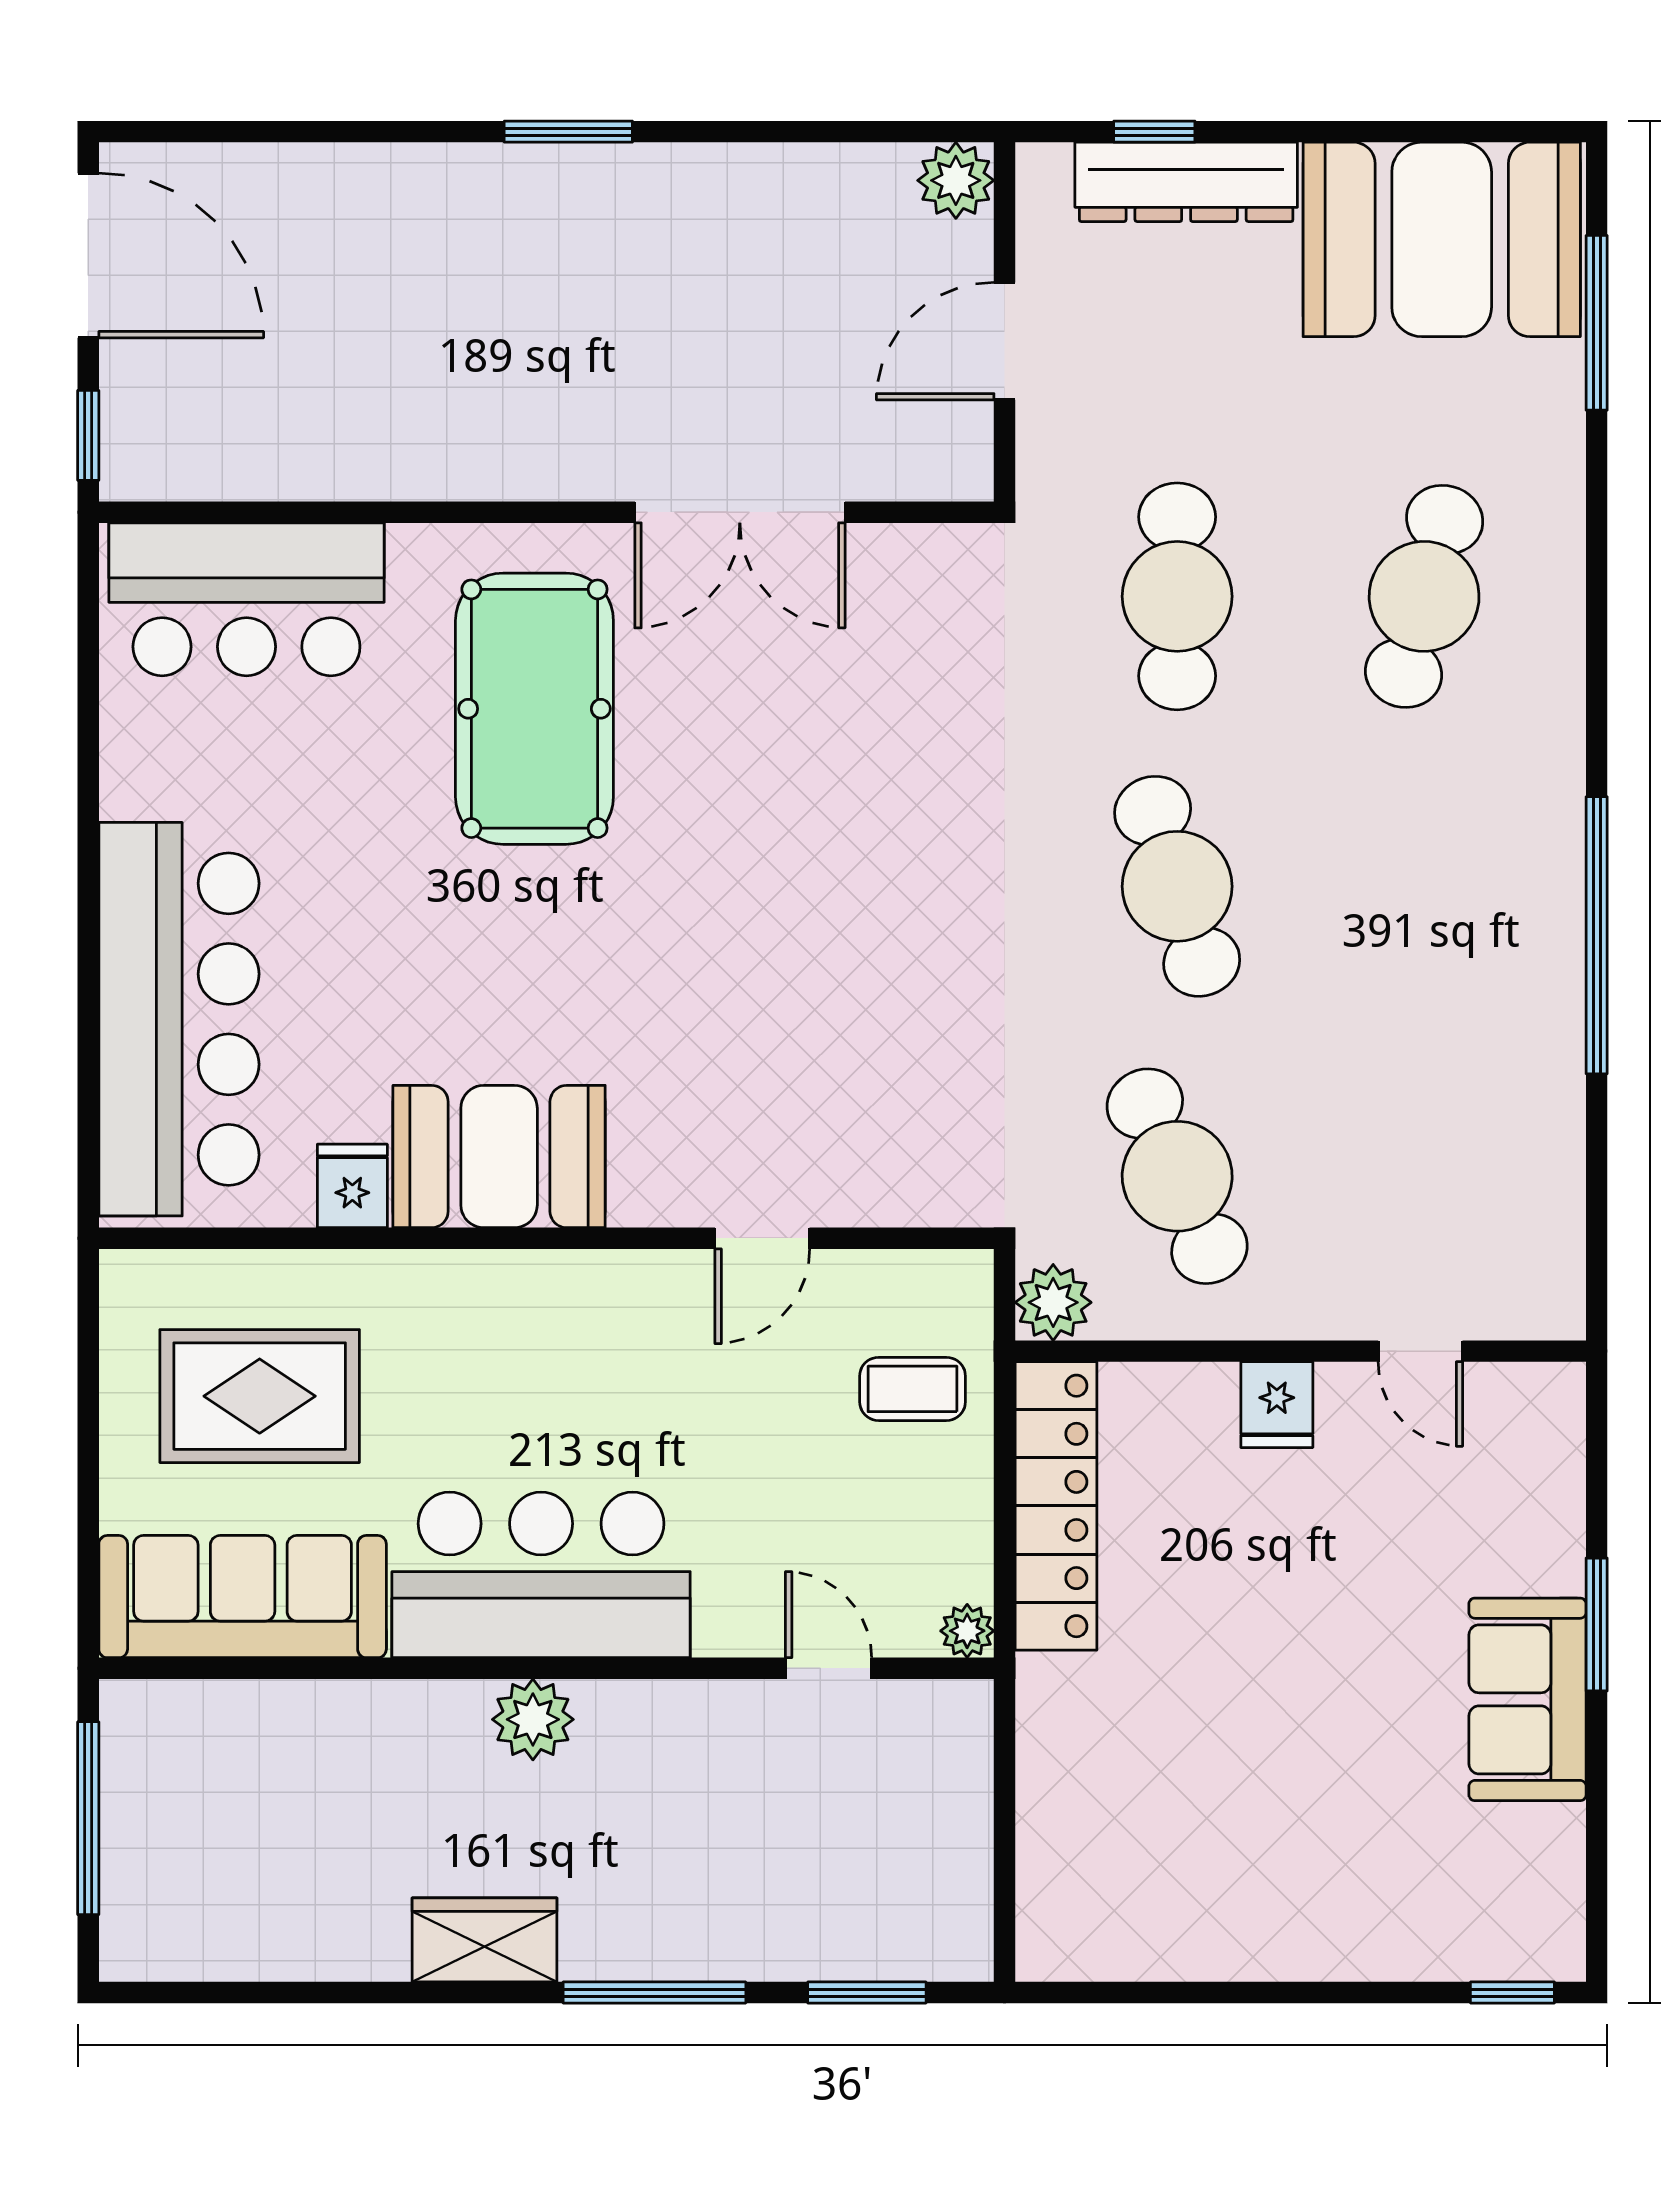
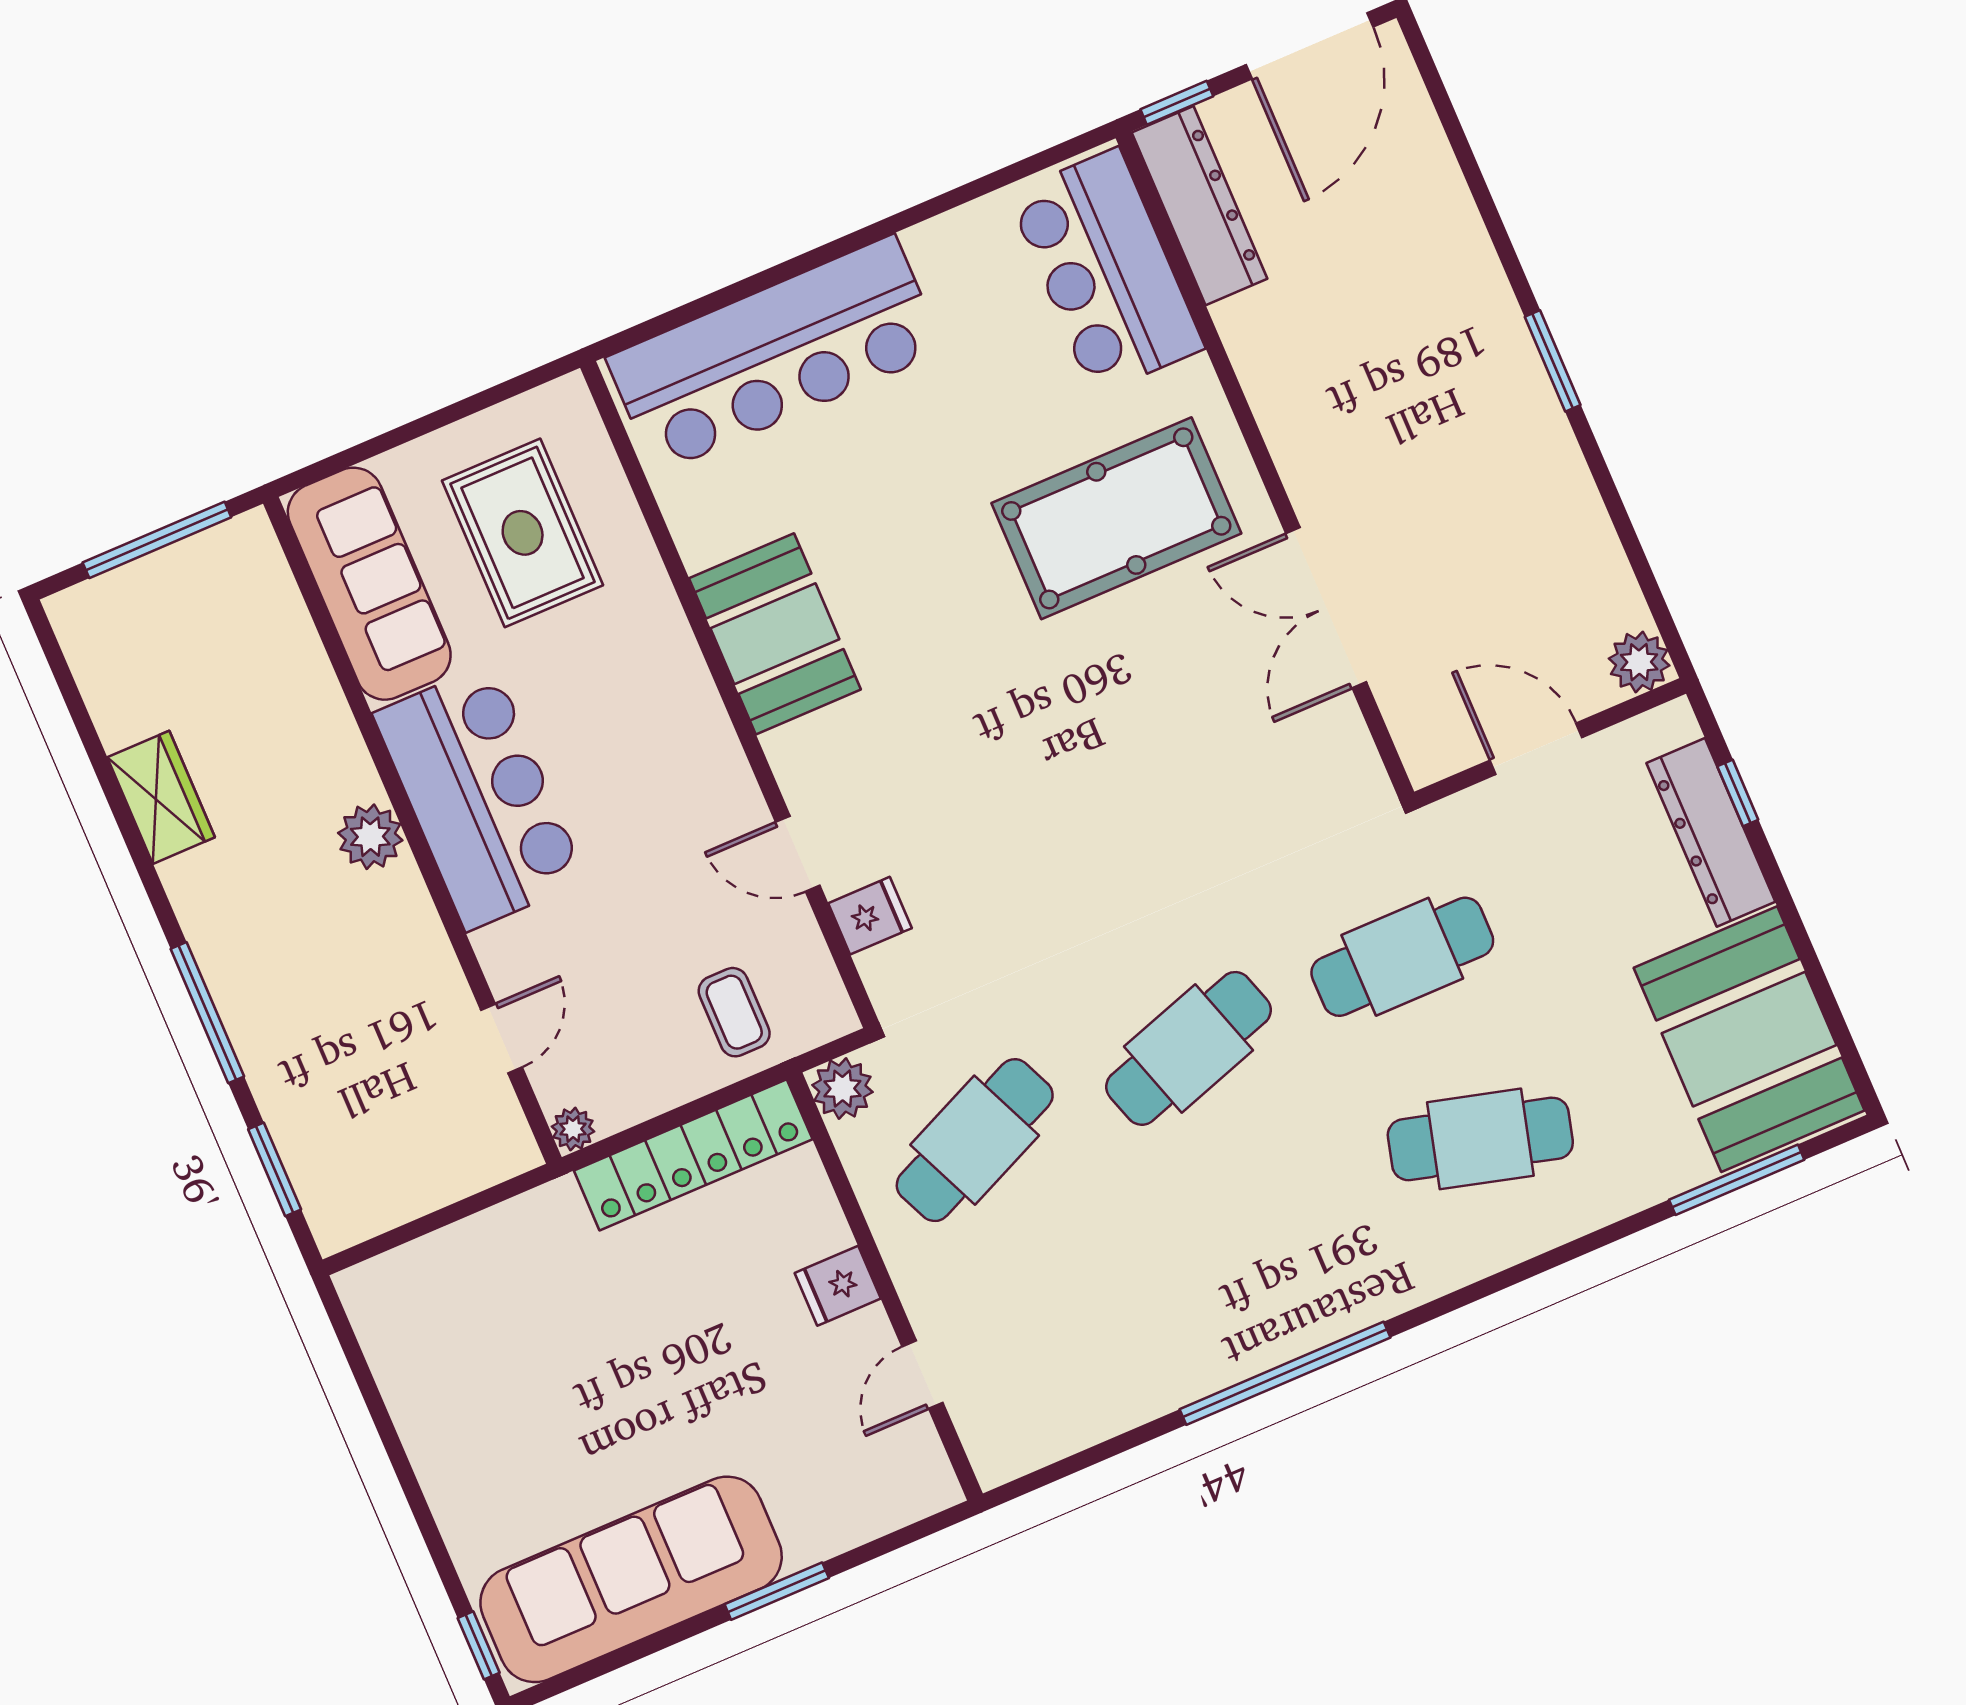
dresser: (217, 460) -> (1200, 206), added
fridge: (352, 1186) -> (870, 916), moved
sofa: (1528, 1699) -> (631, 1579), width x1.85, depth x1.27
wardrobe: (485, 1940) -> (161, 797), moved

